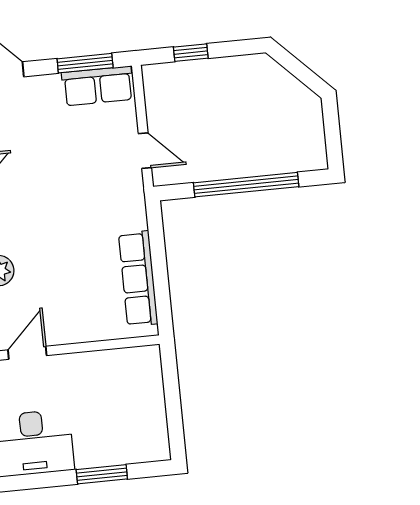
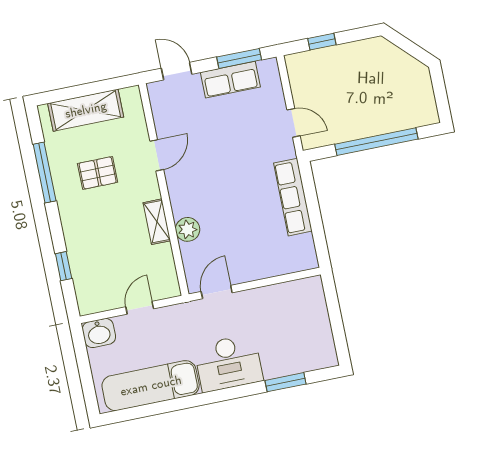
row of seats: (98, 86) -> (230, 80), moved
row of seats: (138, 279) -> (293, 197), moved

